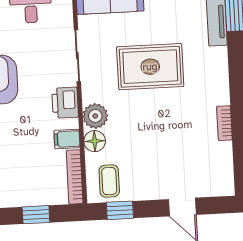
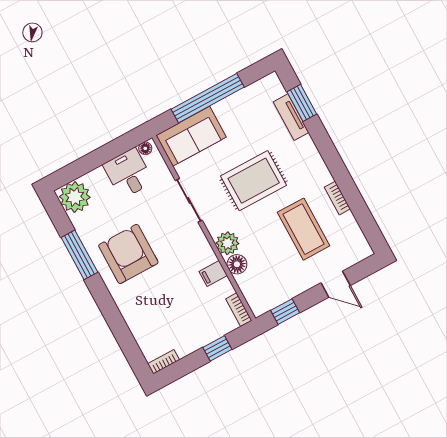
printer: (65, 103) -> (197, 244), removed
bookcase: (75, 177) -> (239, 310), width x0.64
coffee table: (109, 181) -> (304, 229), moved, width x1.86, depth x1.72

